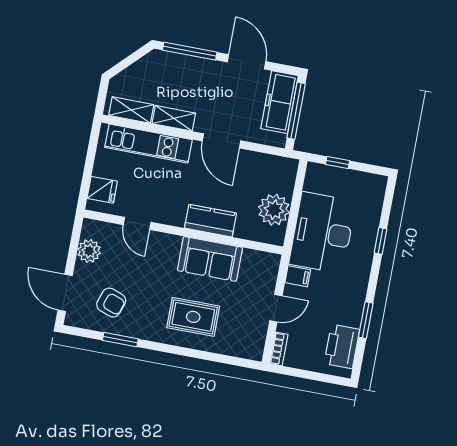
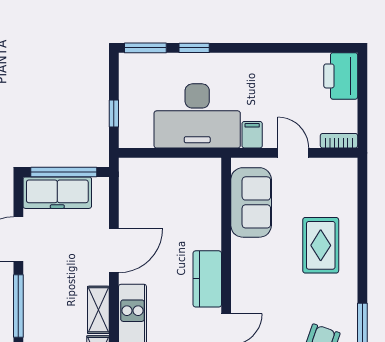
plant: (274, 210) -> (181, 176), removed
kitchen counter: (210, 221) -> (207, 279), moved
sofa: (210, 259) -> (251, 202), moved
window: (366, 320) -> (145, 48), moved
printer: (342, 346) -> (341, 76), moved, turned 90

